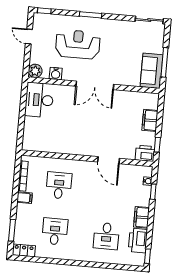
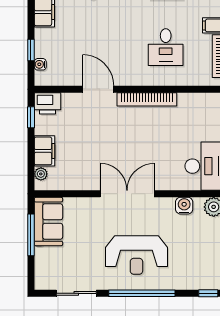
window: (91, 15) -> (142, 293), width x2.11
sliding door: (149, 20) -> (76, 293), moved
reception desk: (78, 44) -> (136, 255), moved
plant: (154, 104) -> (41, 174), added
bookcase: (75, 150) -> (147, 99), added

